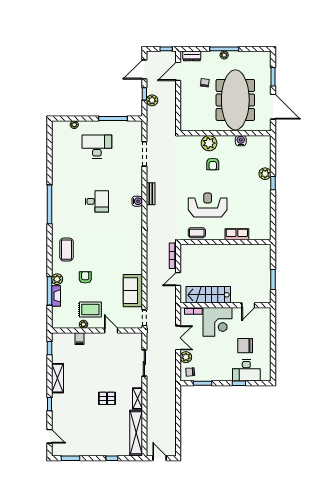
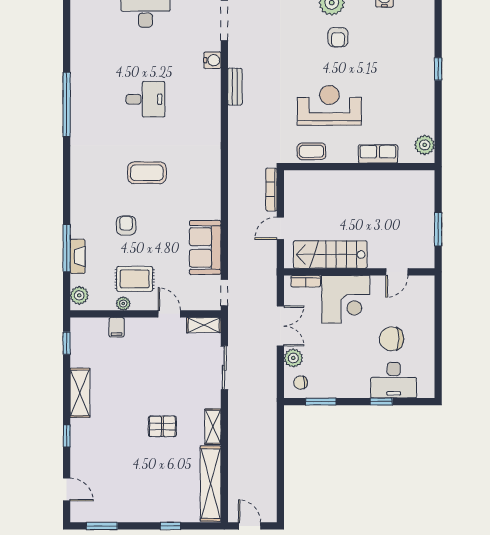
plant: (265, 174) -> (425, 145), moved
water cooler: (137, 201) -> (212, 60), moved
coffee table: (66, 250) -> (147, 173), moved, turned 90
plant: (57, 279) -> (79, 295), moved
shelving: (132, 337) -> (204, 325), added

